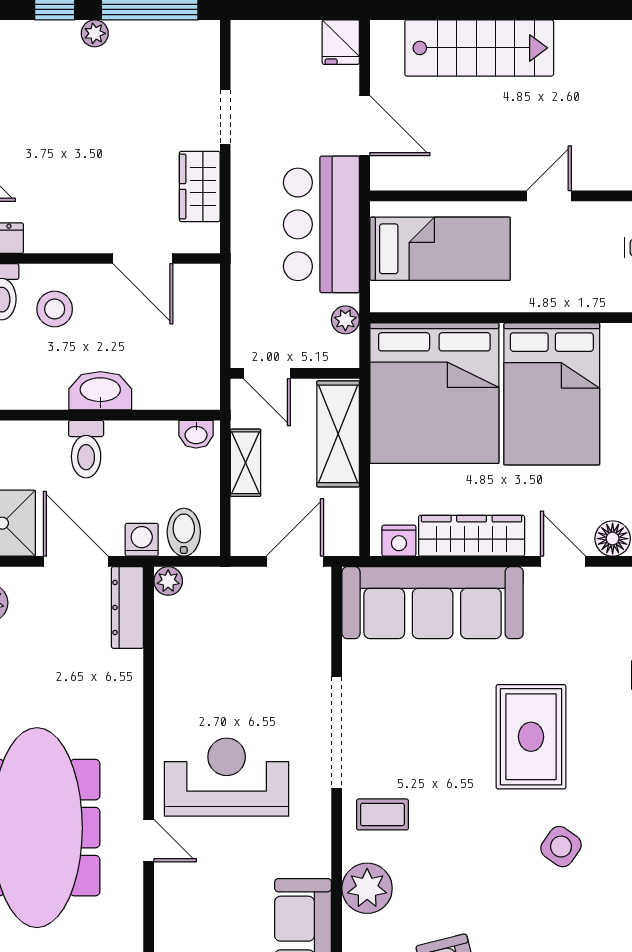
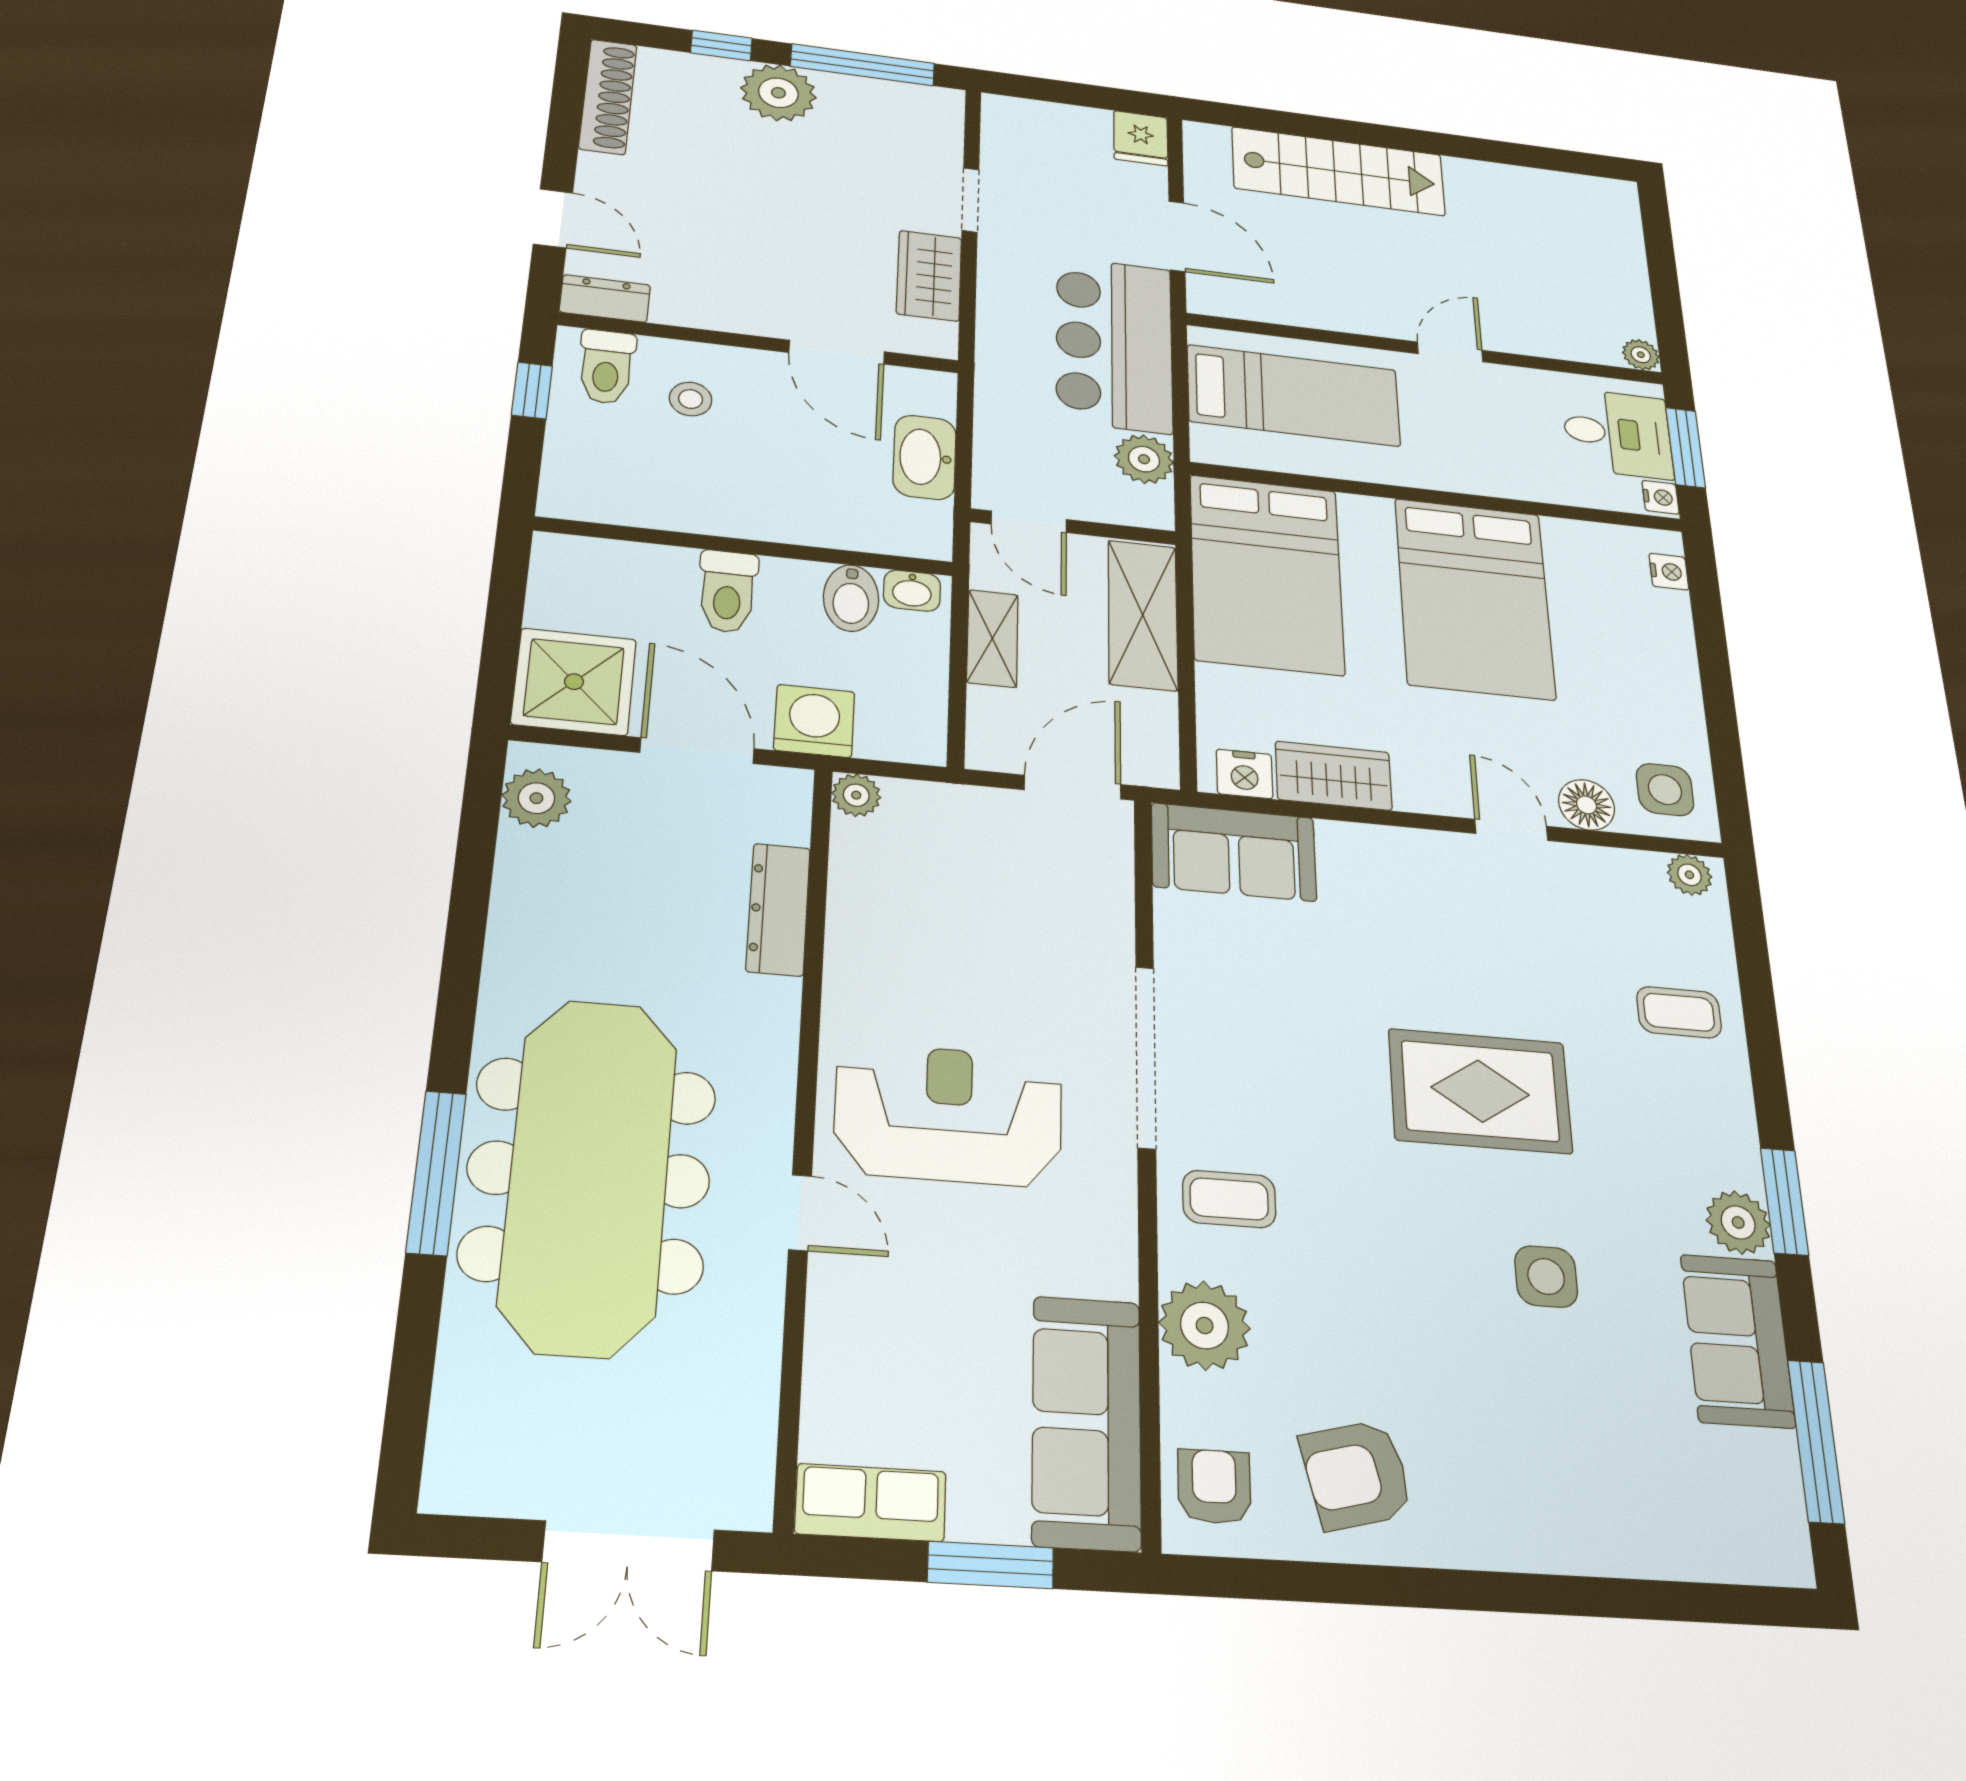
plant: (95, 33) -> (778, 93), width x1.88, depth x1.88
stool: (55, 309) -> (691, 399), width x0.73, depth x0.73
plant: (345, 320) -> (1144, 459), width x1.38, depth x1.38
washbasin: (100, 391) -> (925, 457), moved, turned -90
bed: (434, 393) -> (1266, 574), width x0.73
bidet: (184, 532) -> (851, 598), moved, turned 180
wardrobe: (472, 536) -> (1334, 776), width x0.67
washing machine: (142, 540) -> (814, 721), width x1.38, depth x1.38
sofa: (433, 603) -> (1234, 852), width x0.54, depth x0.79
dresser: (127, 607) -> (778, 909), moved
rug: (531, 737) -> (1480, 1091), turned 90
side table: (561, 847) -> (1546, 1277), turned -35

